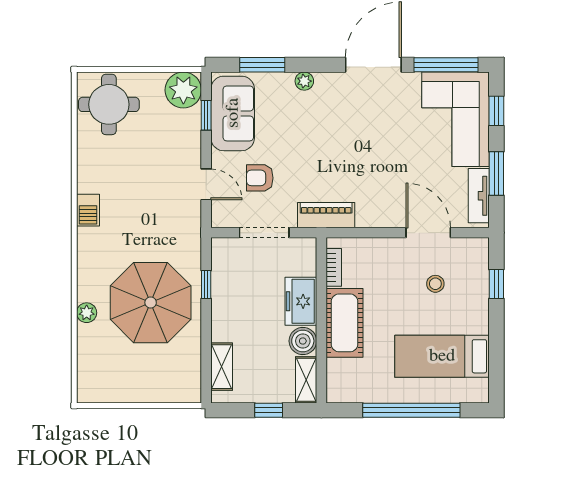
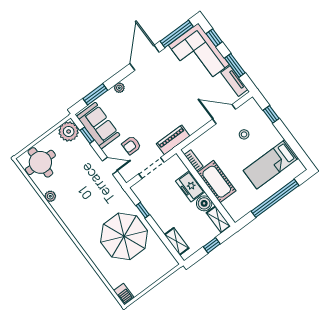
barbecue: (88, 210) -> (124, 294), moved
plant: (87, 313) -> (50, 196), moved

